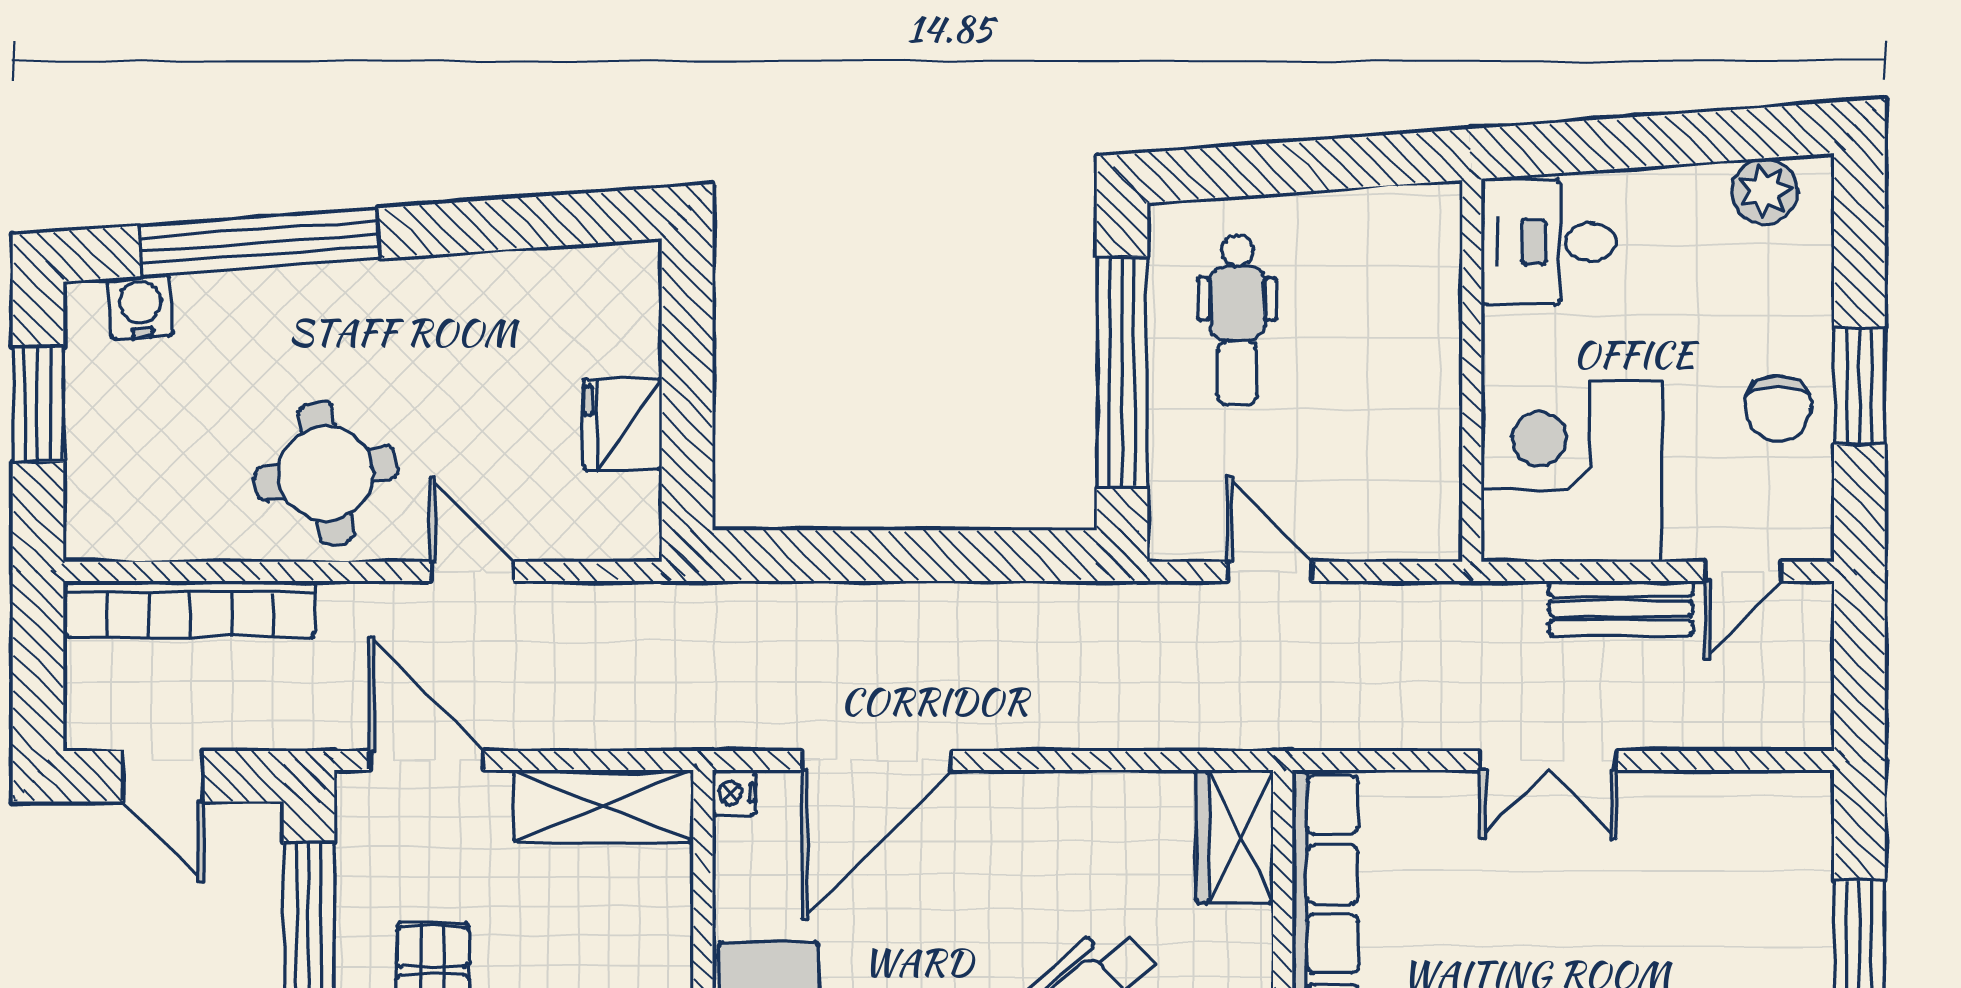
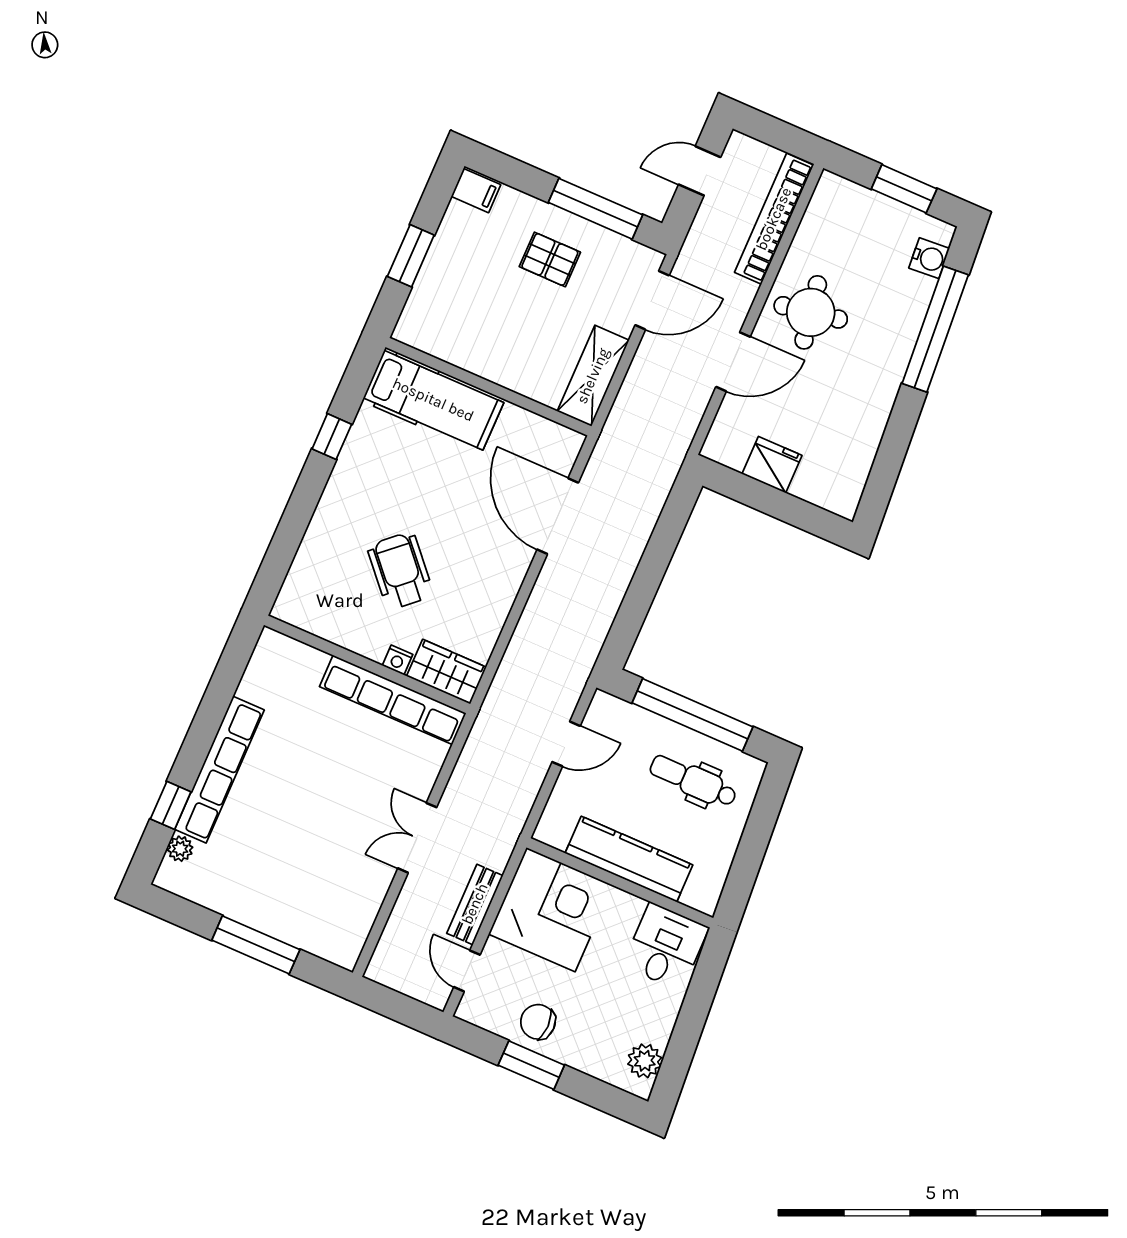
kitchen counter: (1423, 373) -> (629, 859), added
door: (472, 571) -> (733, 362), width x1.38
nightstand: (734, 793) -> (398, 660), moved, turned 180

